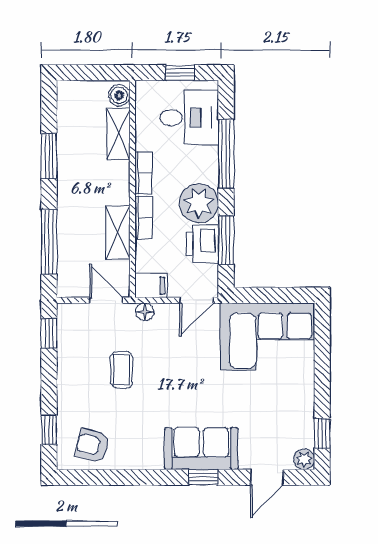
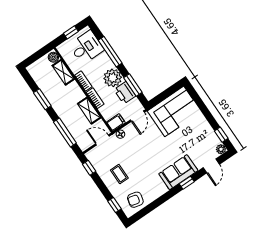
coffee table: (122, 370) -> (119, 174), moved

